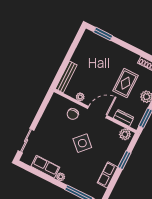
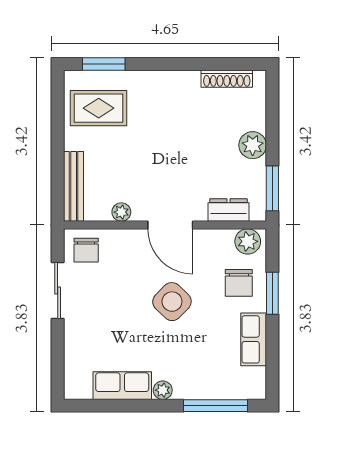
rug: (125, 83) -> (99, 108), moved, turned 90
door: (97, 112) -> (170, 225), swing flipped
chair: (73, 114) -> (86, 250), moved
sliding door: (26, 141) -> (58, 291), moved
chair: (113, 149) -> (239, 283), added

